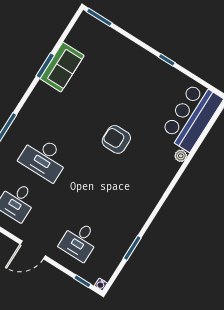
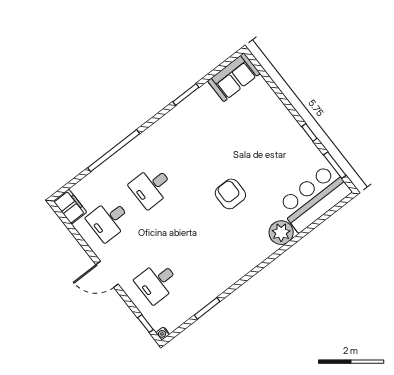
window: (99, 17) -> (335, 165), moved
sofa: (62, 67) -> (234, 77), moved
plant: (181, 156) -> (281, 233), width x1.88, depth x1.88
desk: (44, 158) -> (151, 187), width x0.73

